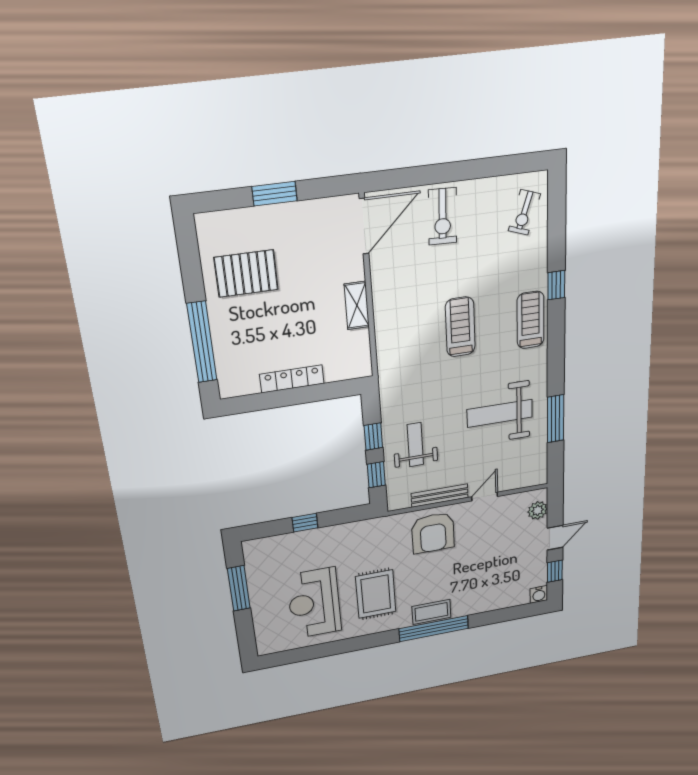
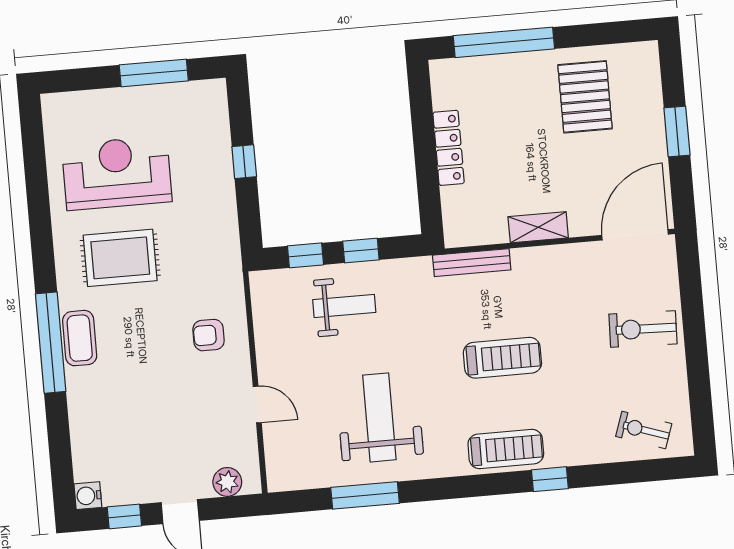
door: (364, 226) -> (635, 235), swing flipped
bench: (440, 496) -> (472, 263), moved, turned 90
armchair: (433, 533) -> (209, 335), width x0.53, depth x0.53

